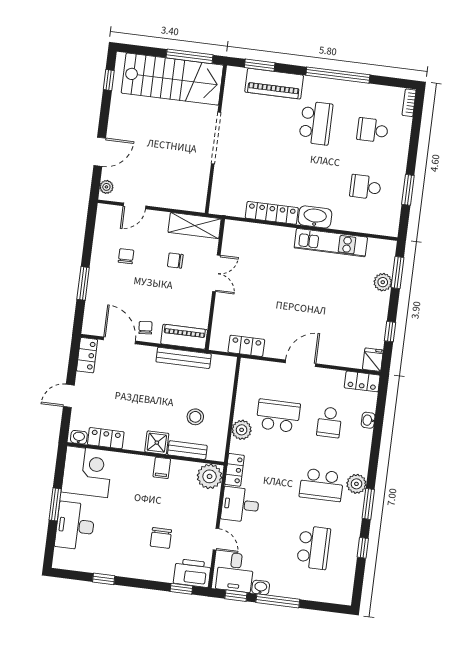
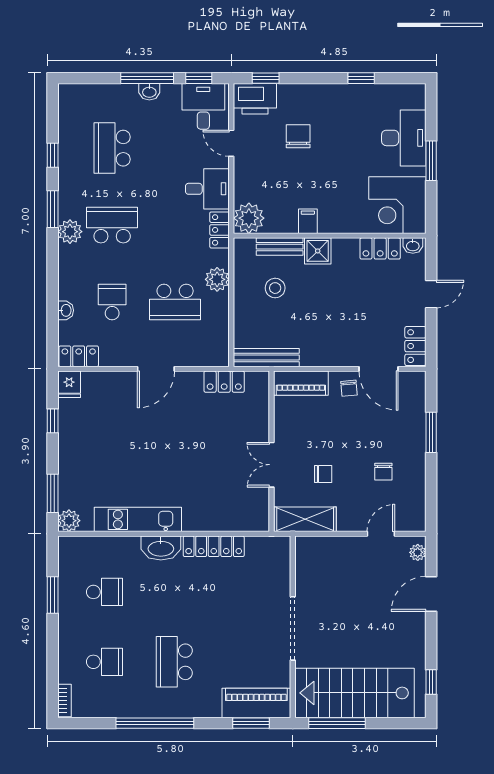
piano: (274, 84) -> (256, 703), moved
plant: (383, 282) -> (69, 521), moved
bench: (184, 358) -> (266, 358), moved
washbasin: (261, 587) -> (149, 92), moved

